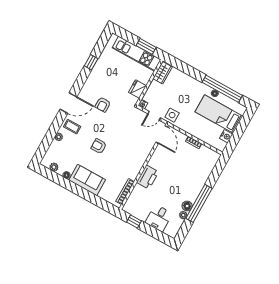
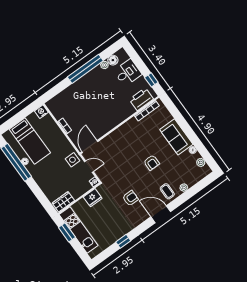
nightstand: (226, 136) -> (41, 112), moved
printer: (148, 177) -> (141, 99), moved
floor lamp: (187, 206) -> (113, 60), moved

